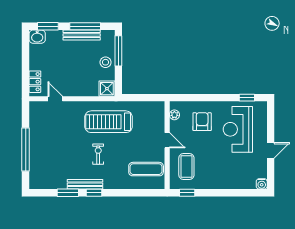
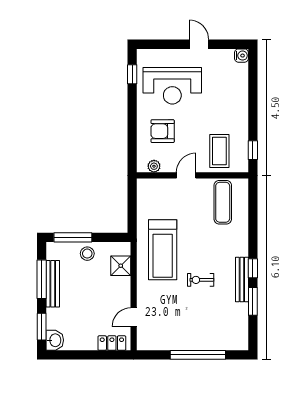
shower: (107, 89) -> (121, 266), moved
exercise bike: (98, 154) -> (201, 280), moved
coffee table: (186, 167) -> (219, 151), turned 90

